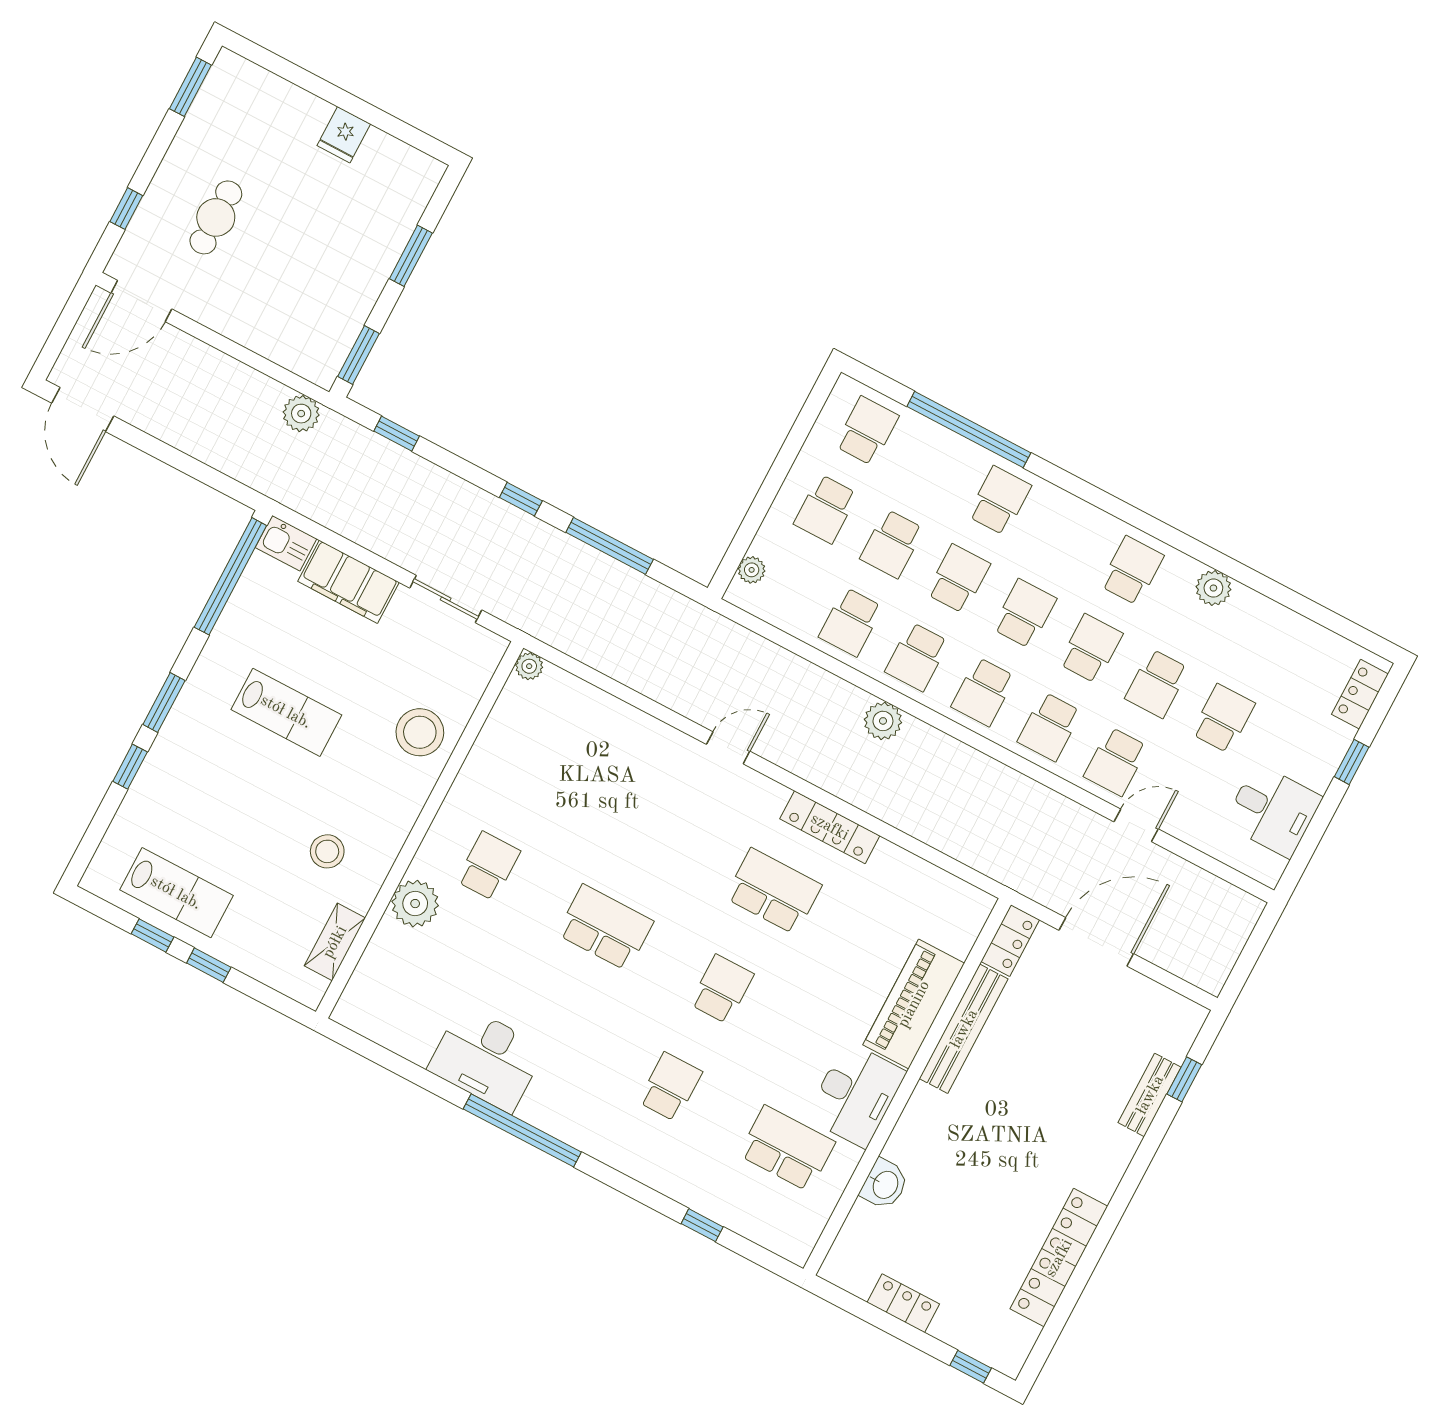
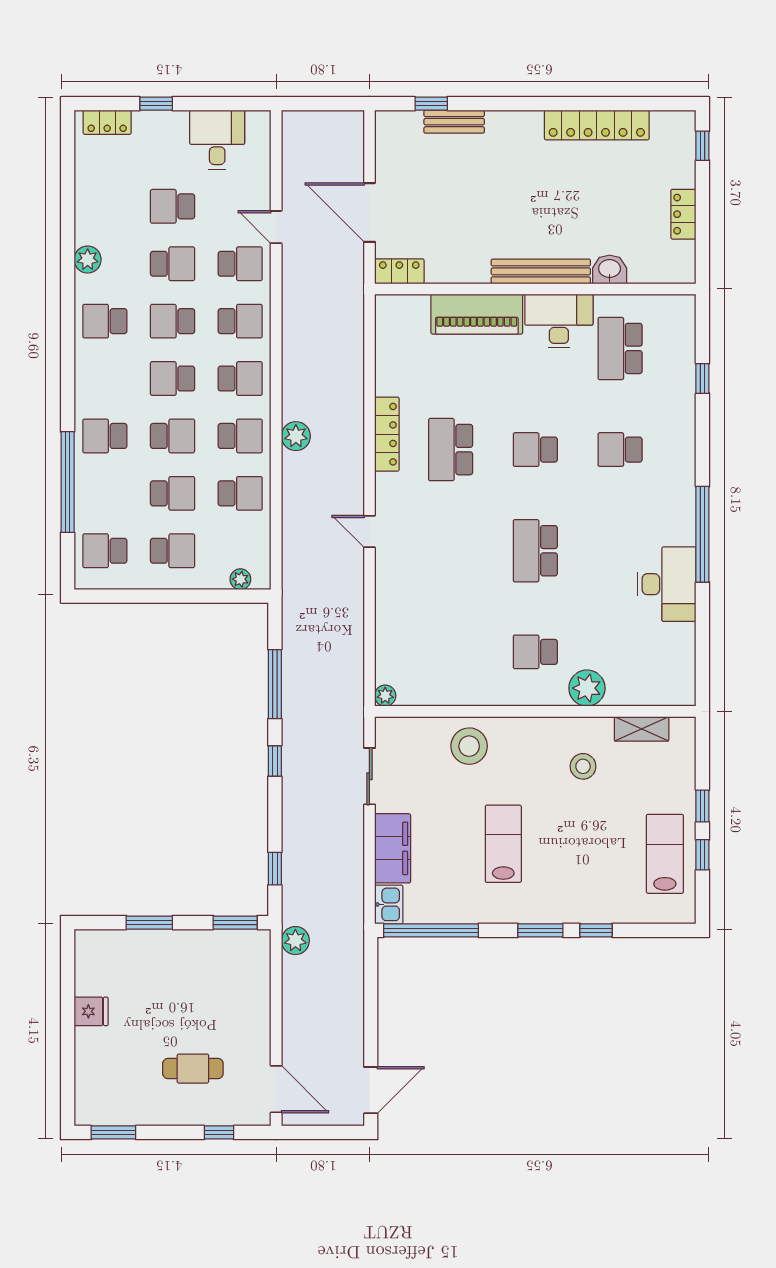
school desk: (958, 579) -> (173, 436), turned 180
bench: (964, 1029) -> (541, 271), moved

